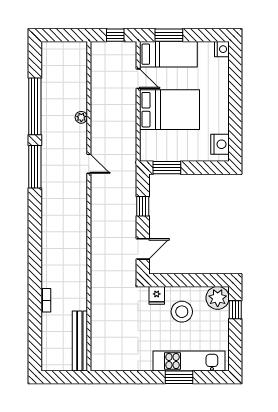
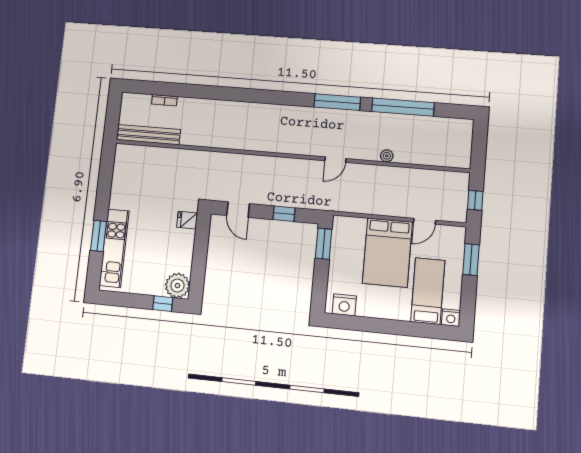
bed: (168, 54) -> (428, 291), moved, turned 180
bookcase: (46, 300) -> (164, 100), moved
stool: (182, 312) -> (167, 245), removed

